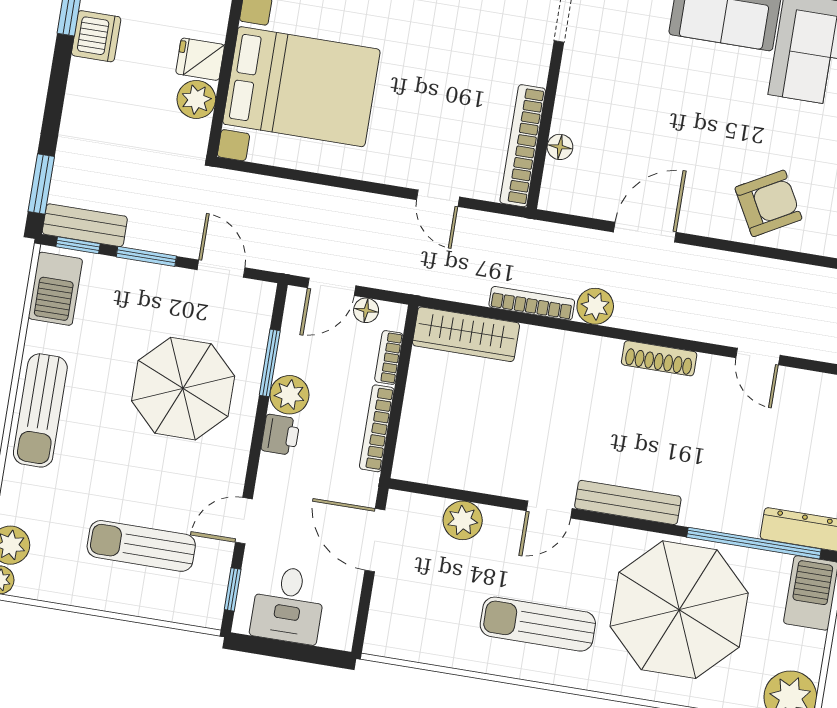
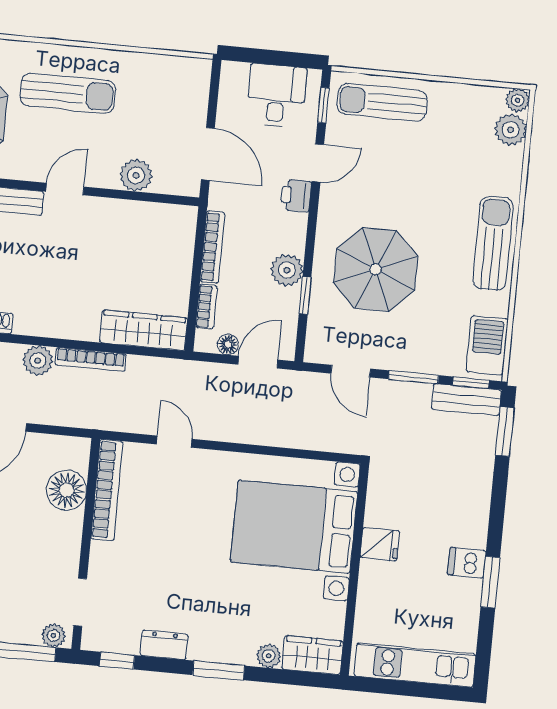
dishwasher: (96, 36) -> (467, 563), width x0.73
plant: (196, 99) -> (381, 510), removed
floor lamp: (560, 147) -> (66, 490), width x1.89, depth x1.89
window: (270, 363) -> (305, 295), width x0.67
printer: (281, 435) -> (296, 196), moved
sun lounger: (141, 546) -> (382, 102), moved, turned 180

